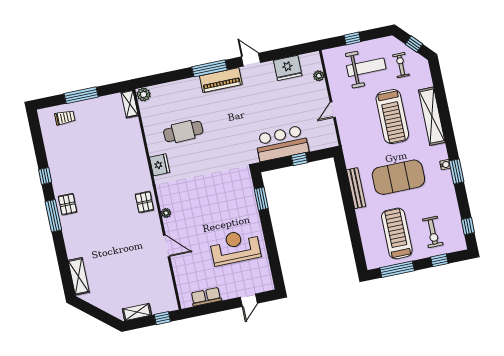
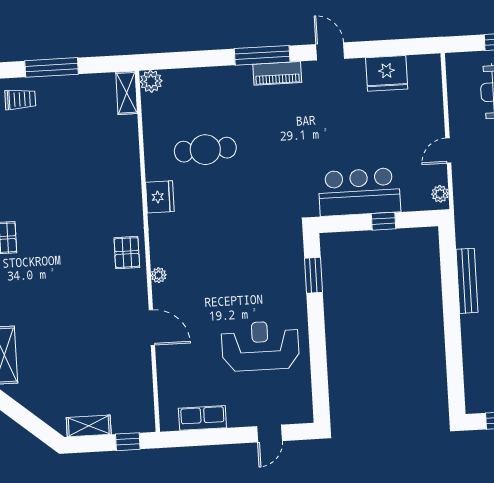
plant: (319, 76) -> (440, 194), moved
piano: (221, 80) -> (277, 73), width x0.73, depth x0.75

